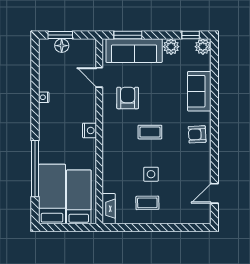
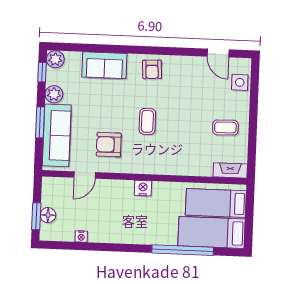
window: (128, 35) -> (40, 122), moved
nightstand: (44, 97) -> (81, 236), moved
side table: (151, 174) -> (240, 82), moved
coffee table: (147, 203) -> (225, 127), turned 90

